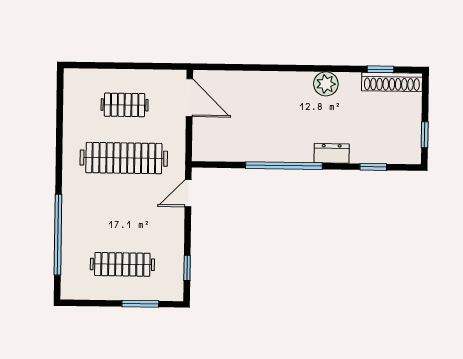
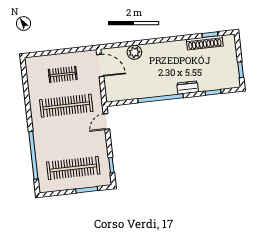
shoe rack: (392, 82) -> (205, 43), moved
plant: (326, 84) -> (134, 52), moved
clothes rail: (122, 264) -> (73, 168), width x1.37, depth x1.31

